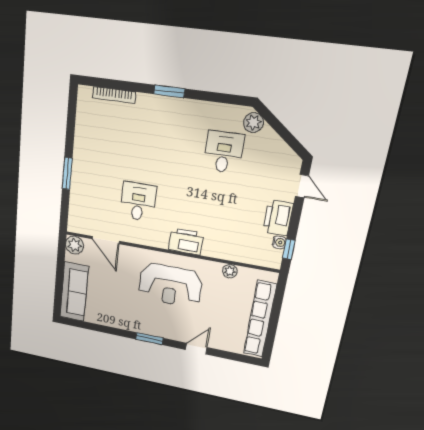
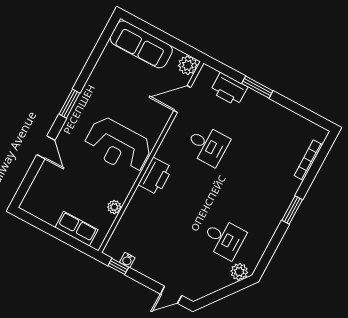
printer: (278, 218) -> (229, 89), moved, turned 180
reception desk: (170, 285) -> (118, 146), turned -90
row of seats: (260, 319) -> (76, 229), width x0.50

